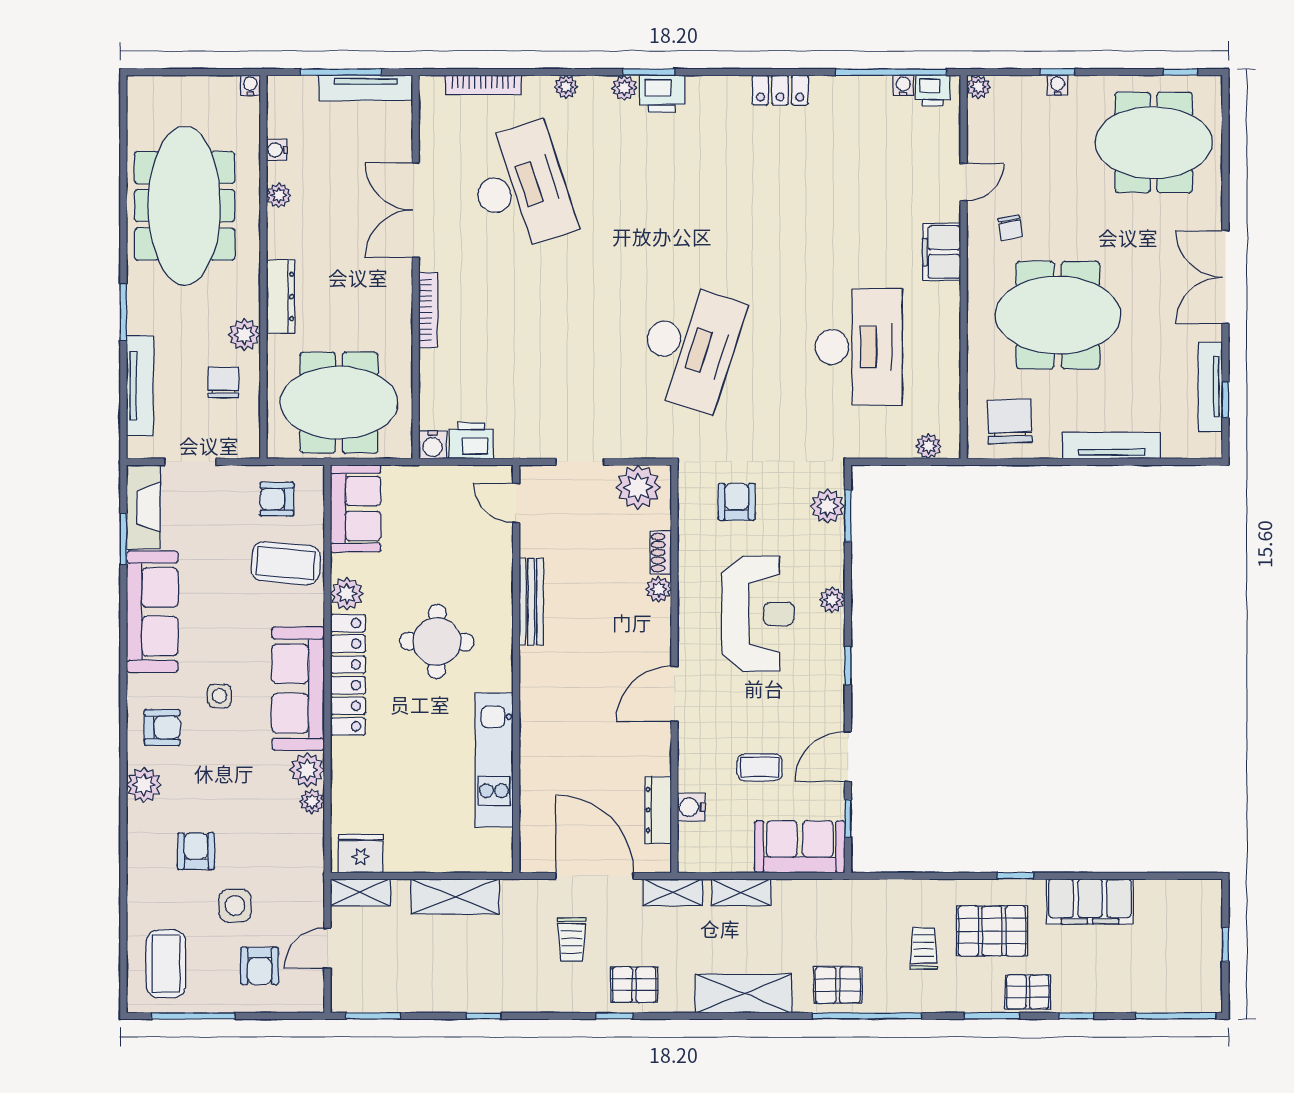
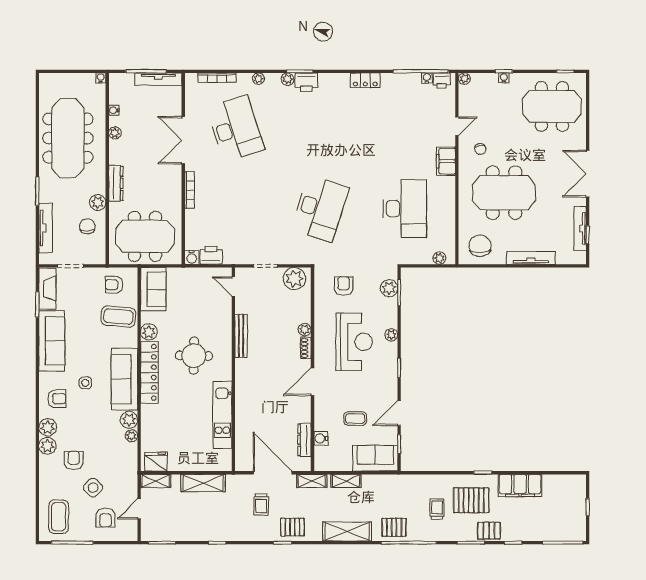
shoe rack: (661, 553) -> (306, 348), moved
plant: (144, 822) -> (47, 446), added
side table: (235, 906) -> (93, 488), turned 45

